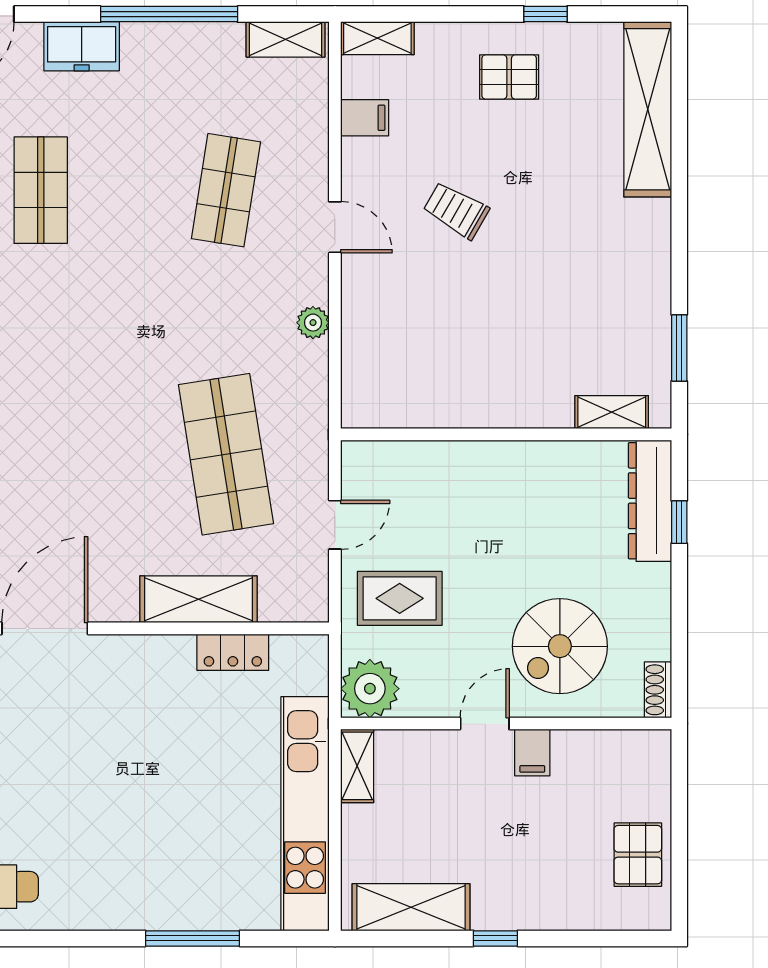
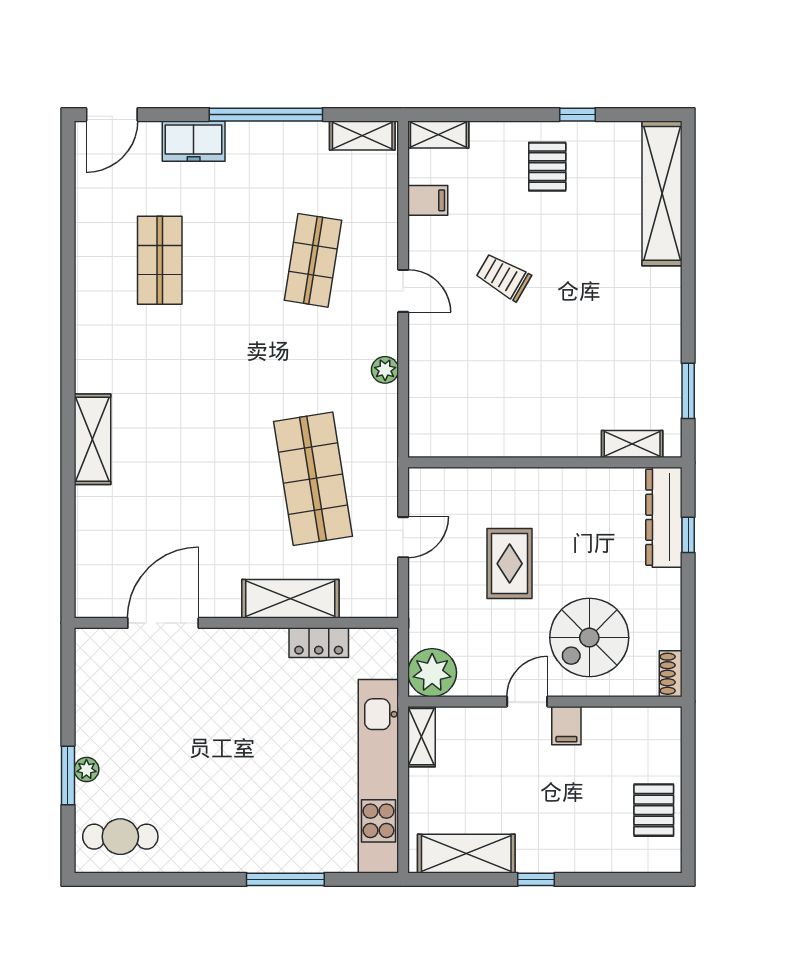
pallet: (509, 77) -> (547, 167), turned 90
rug: (400, 598) -> (510, 564), moved, turned 90

